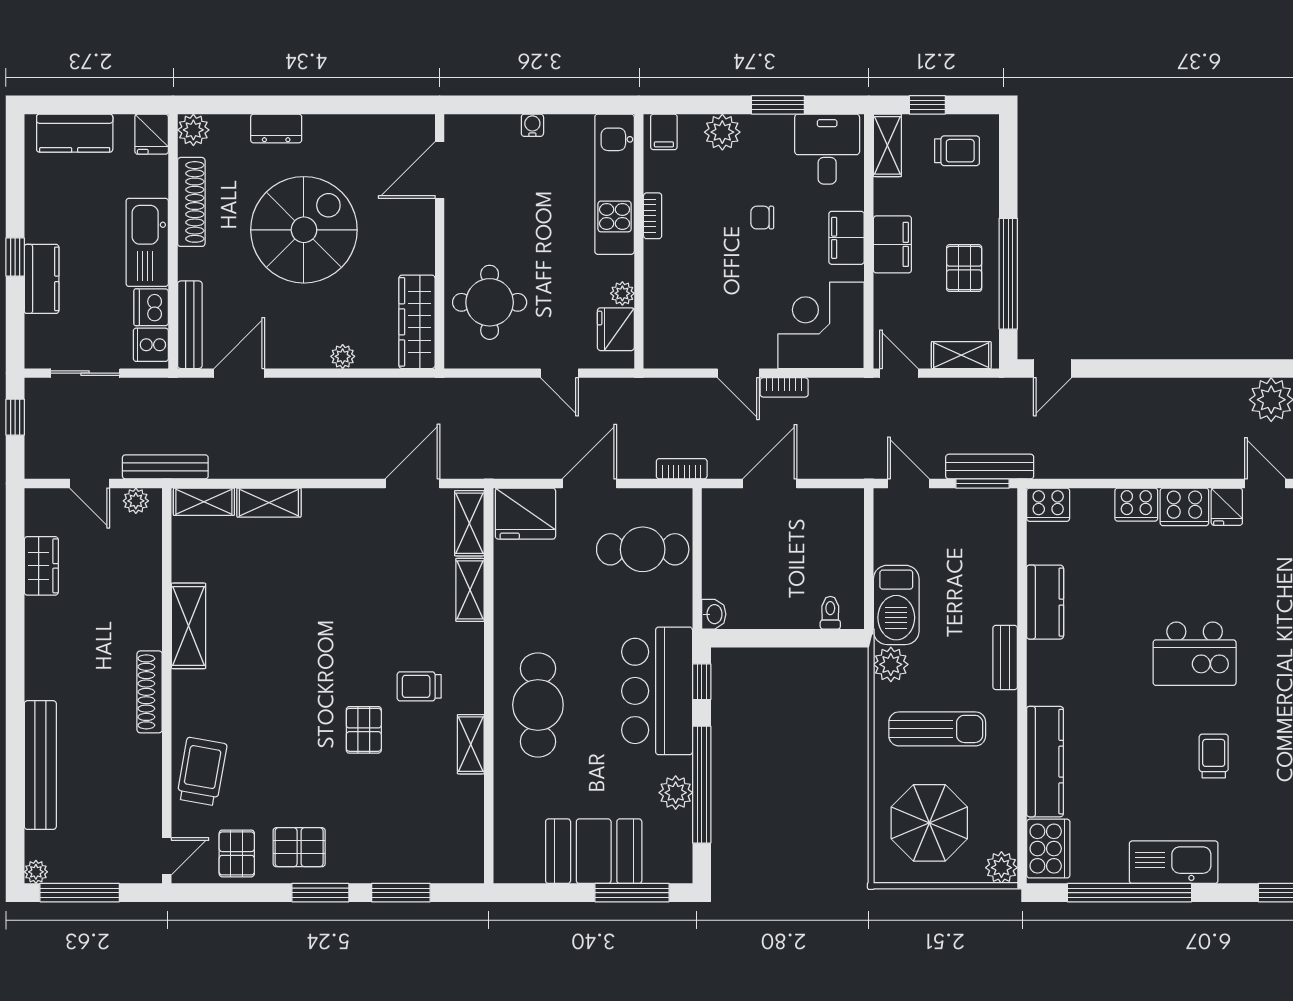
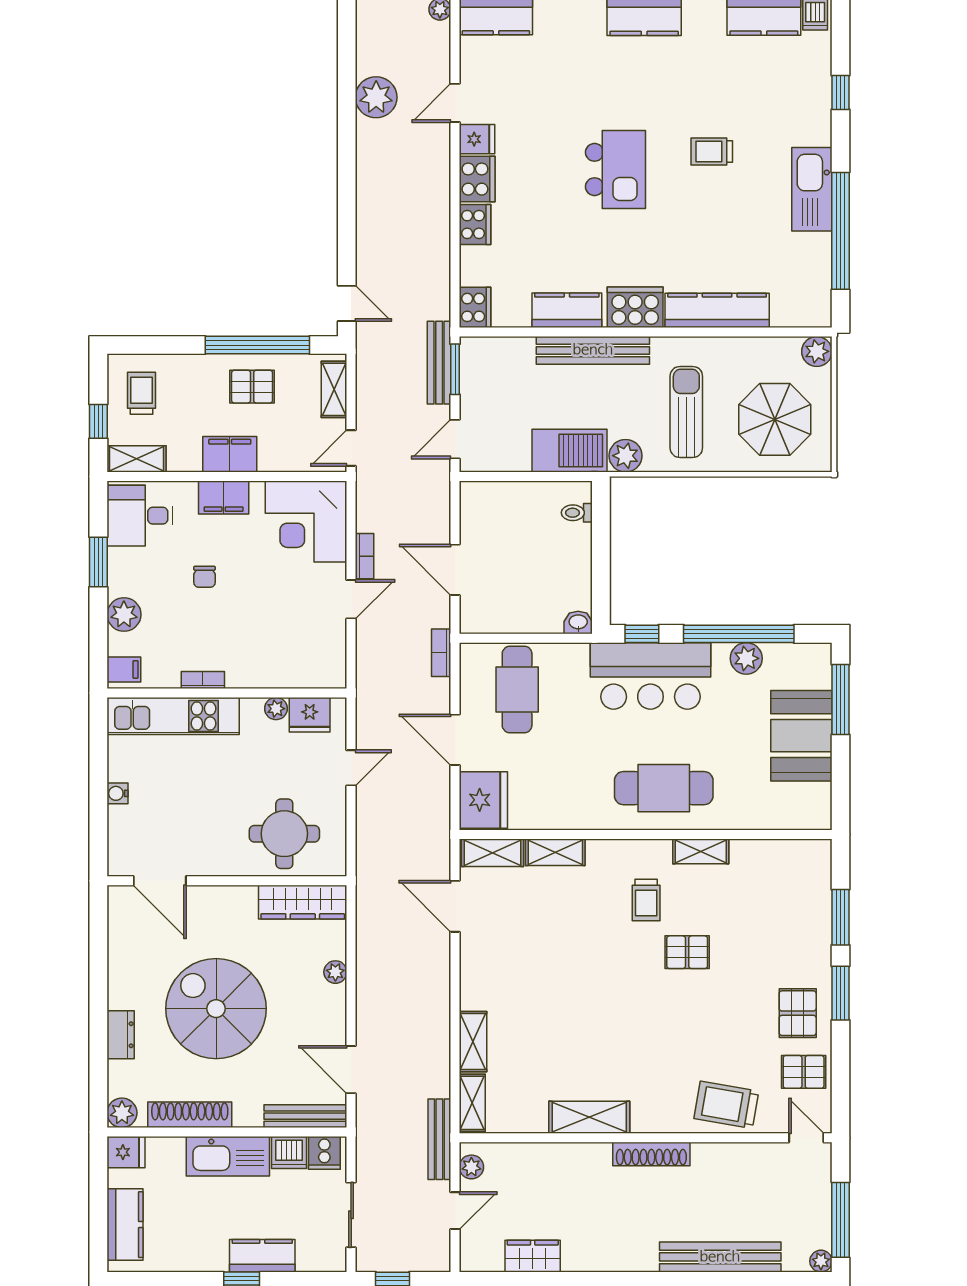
bench: (1005, 657) -> (593, 350), width x1.86, depth x1.21
cooker: (1048, 849) -> (635, 307), moved

